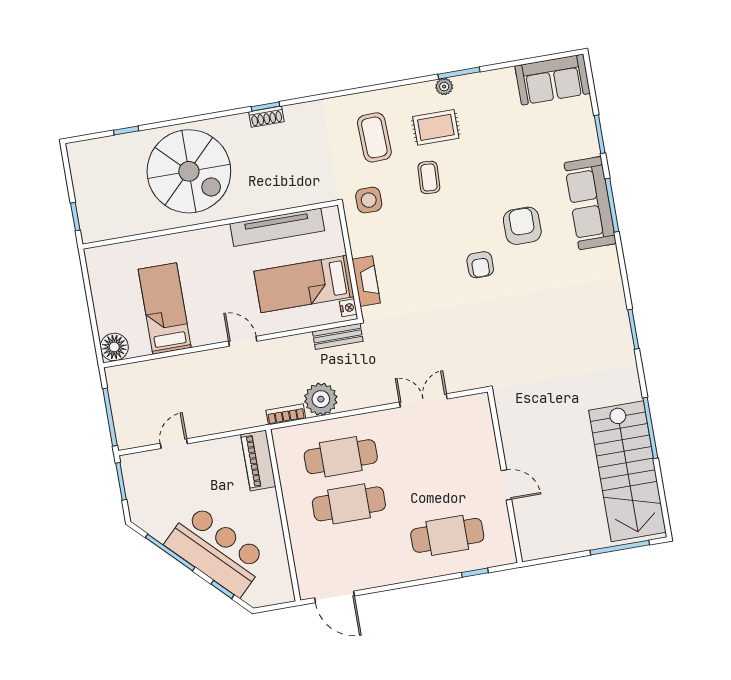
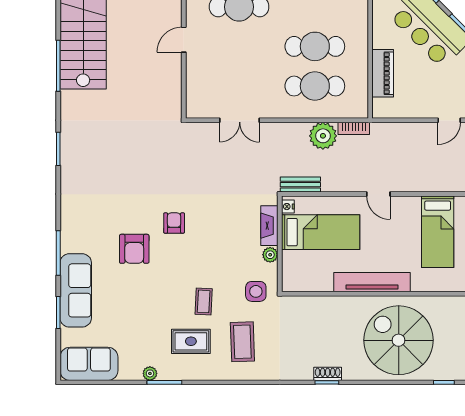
plant: (444, 86) -> (150, 373), moved
sofa: (590, 203) -> (76, 290), moved
tv unit: (277, 227) -> (372, 282), moved
plant: (359, 247) -> (270, 255), added
piano: (258, 460) -> (383, 73), moved
door: (506, 485) -> (184, 40), hinge flipped

